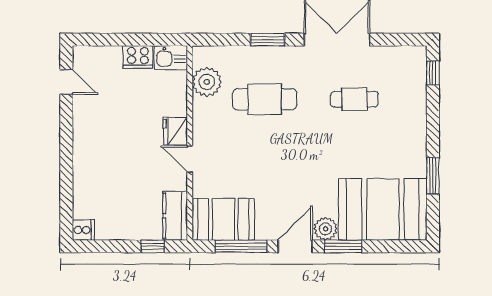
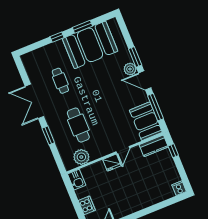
cooker: (138, 57) -> (87, 205), moved
window: (433, 73) -> (57, 37), moved
booth: (383, 209) -> (90, 45), moved, turned 90

